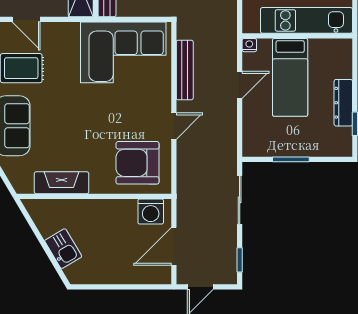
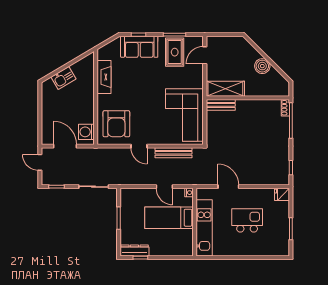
dresser: (343, 103) -> (134, 250), moved
armchair: (138, 163) -> (116, 124), turned 180

